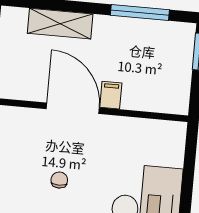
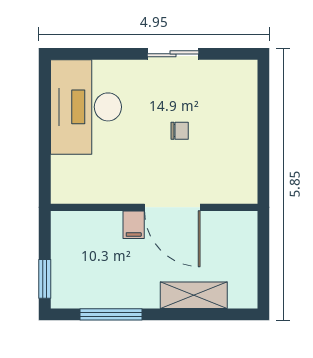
chair: (59, 180) -> (180, 131), turned -90

